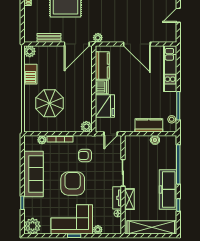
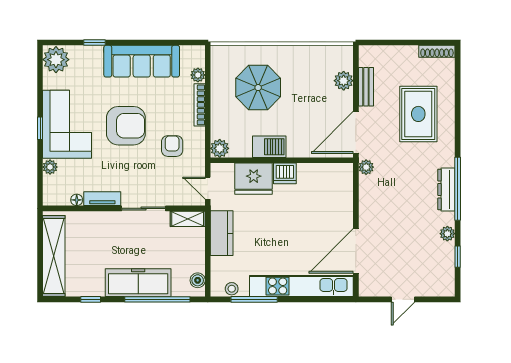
door: (178, 15) -> (403, 299), swing flipped
door: (77, 44) -> (356, 132), hinge flipped
door: (137, 44) -> (356, 251), moved
plant: (30, 51) -> (344, 81), moved
kitchen counter: (102, 66) -> (320, 174), removed
kitchen unit: (170, 69) -> (301, 286), width x1.36
barbecue: (30, 74) -> (269, 147), moved, turned 180
kitchen counter: (149, 125) -> (222, 233), moved
boiler: (155, 140) -> (198, 280), moved
freezer: (168, 189) -> (138, 283), moved
shelving: (129, 199) -> (188, 219), moved

